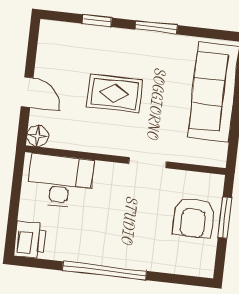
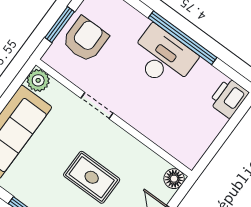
plant: (215, 155) -> (38, 80), added
desk: (60, 181) -> (163, 57), moved, turned 180

